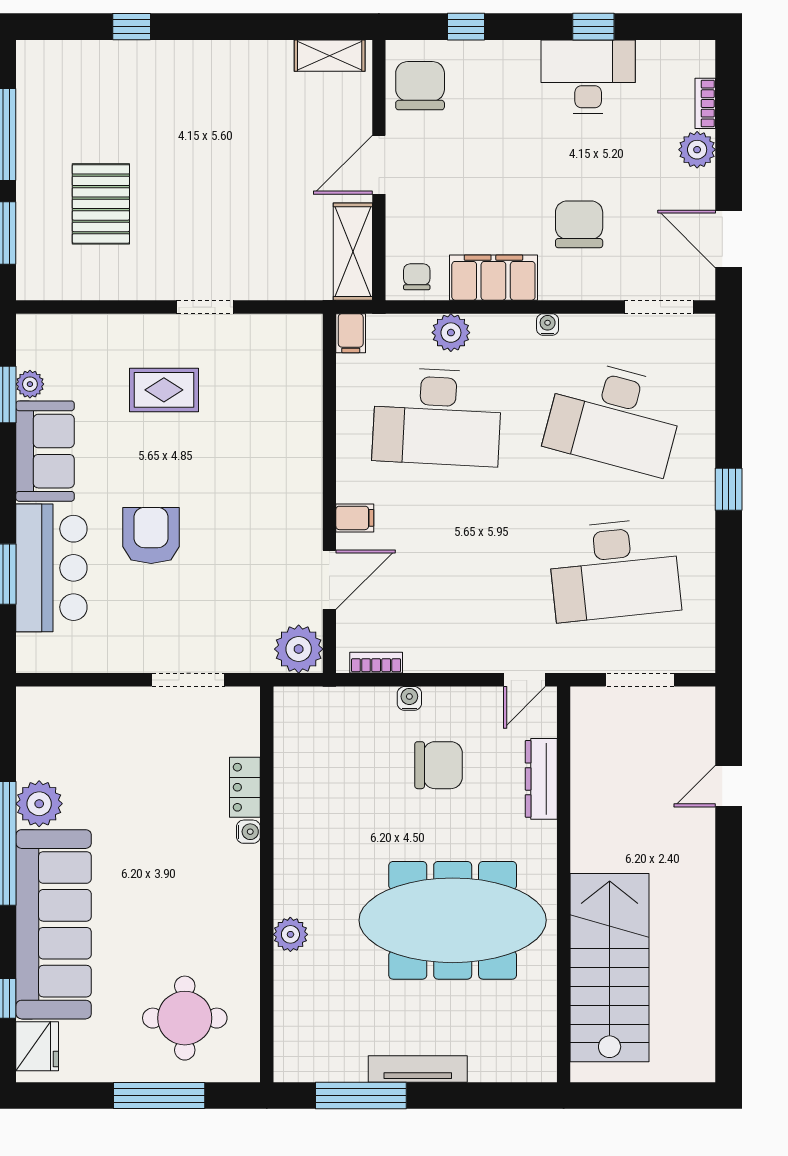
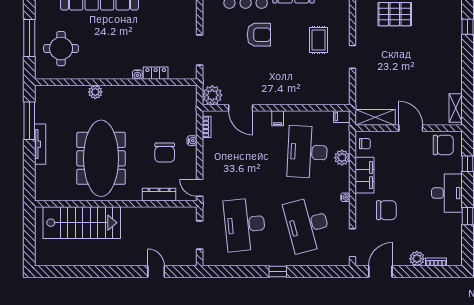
desk: (588, 77) -> (447, 193), moved
desk: (614, 417) -> (307, 225), turned -30
filing cabinet: (355, 518) -> (278, 118), moved

